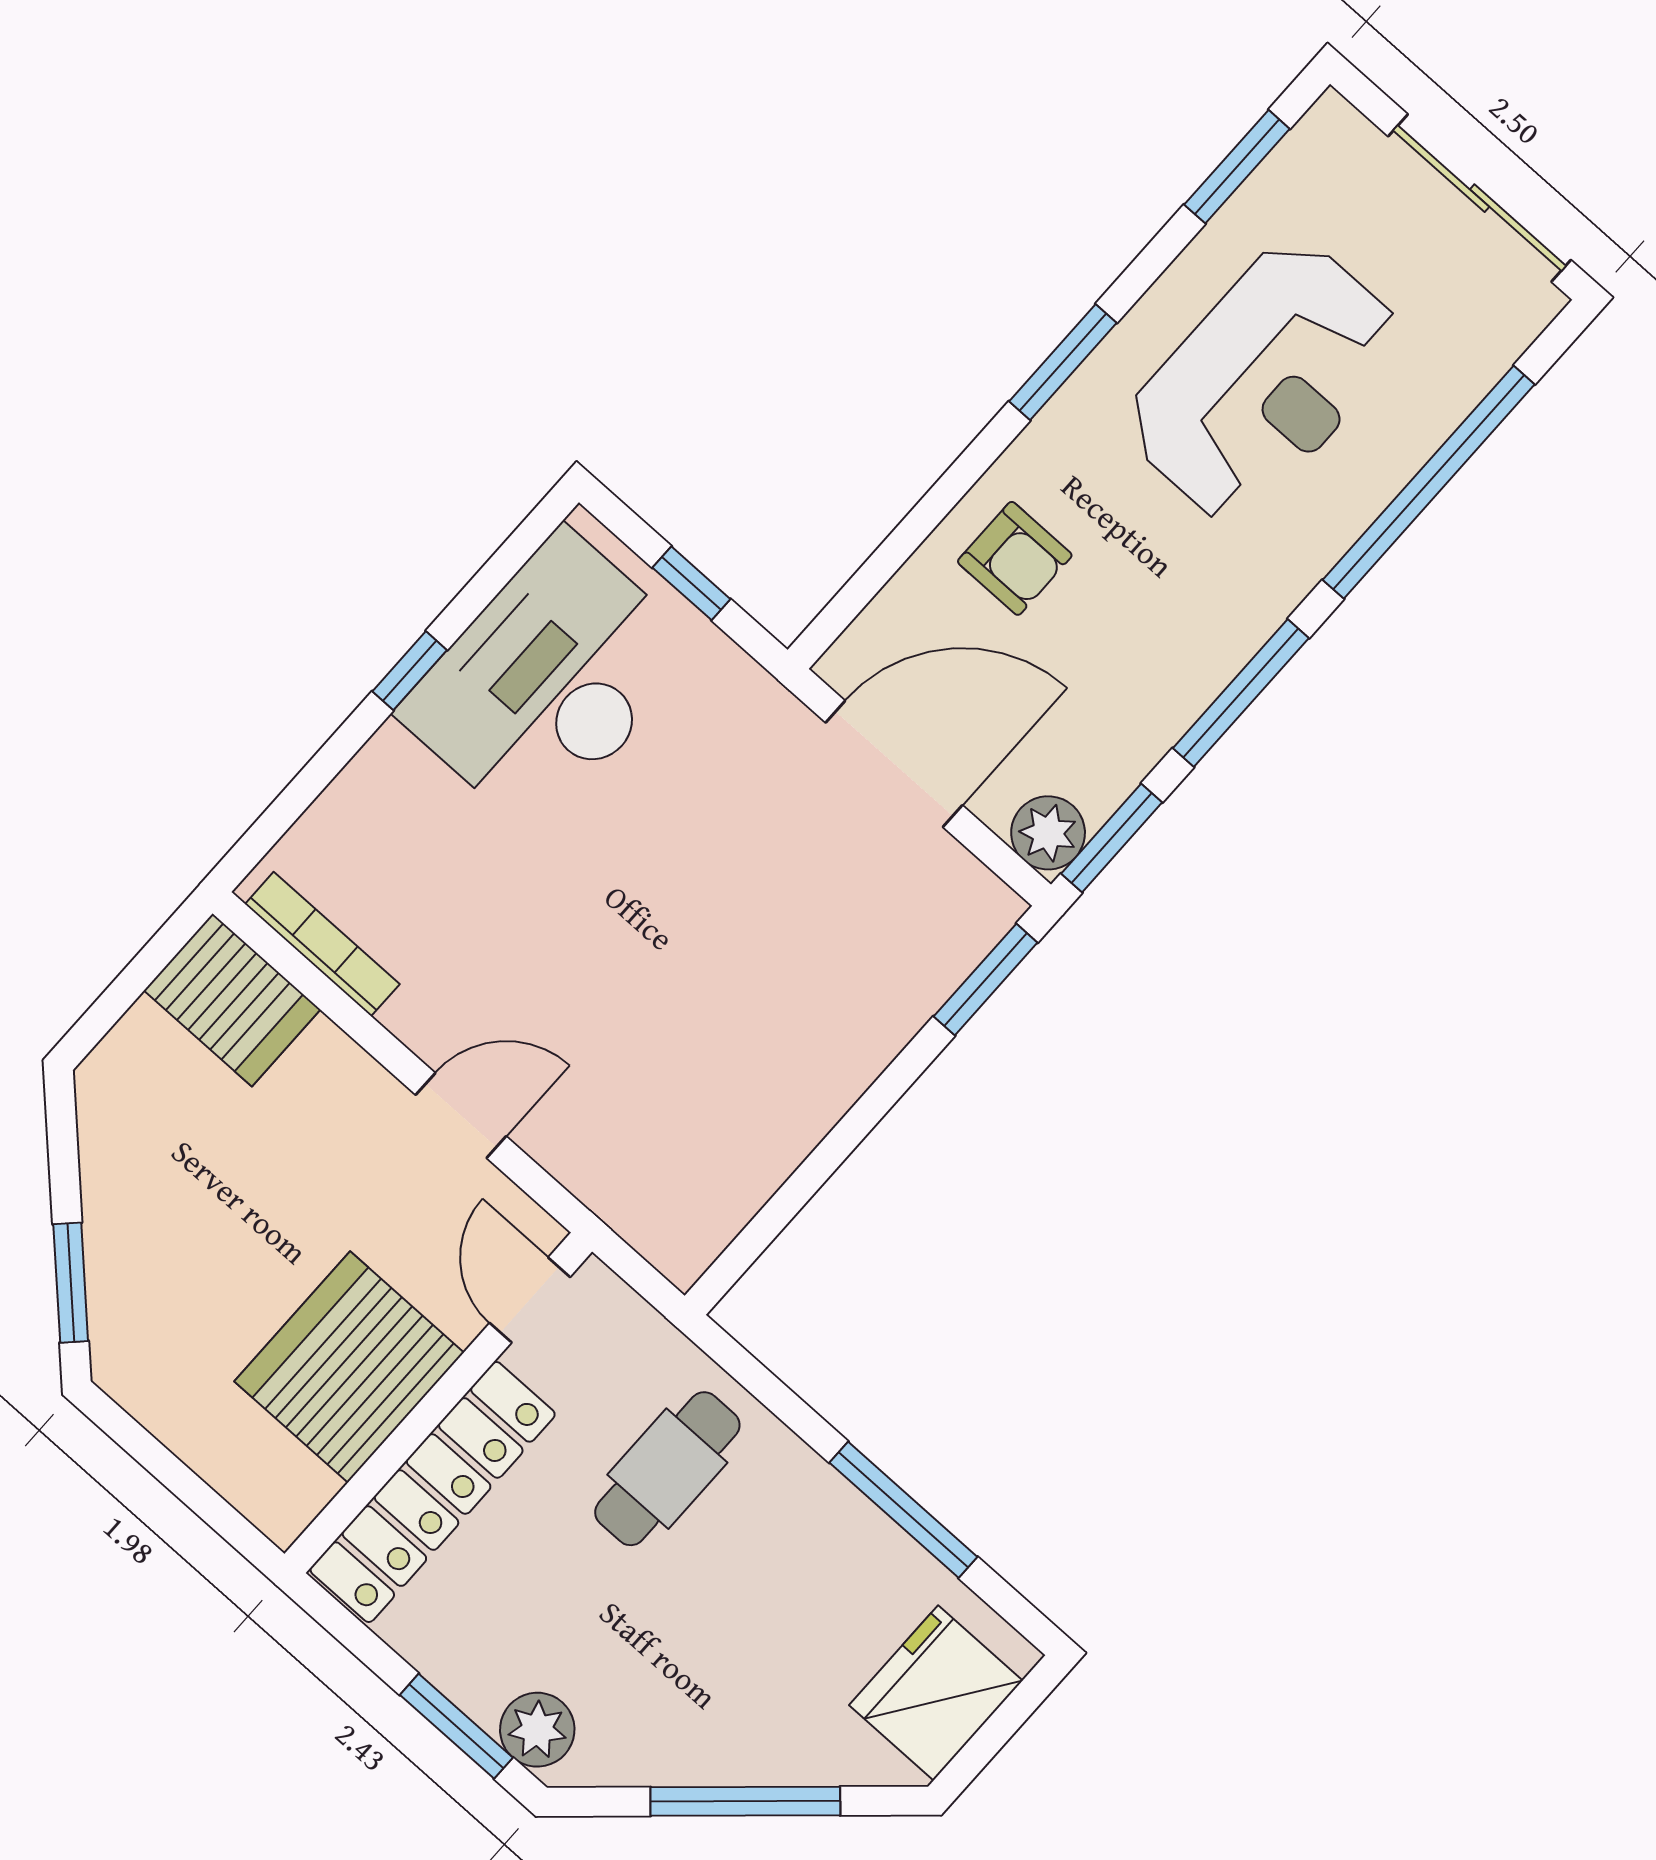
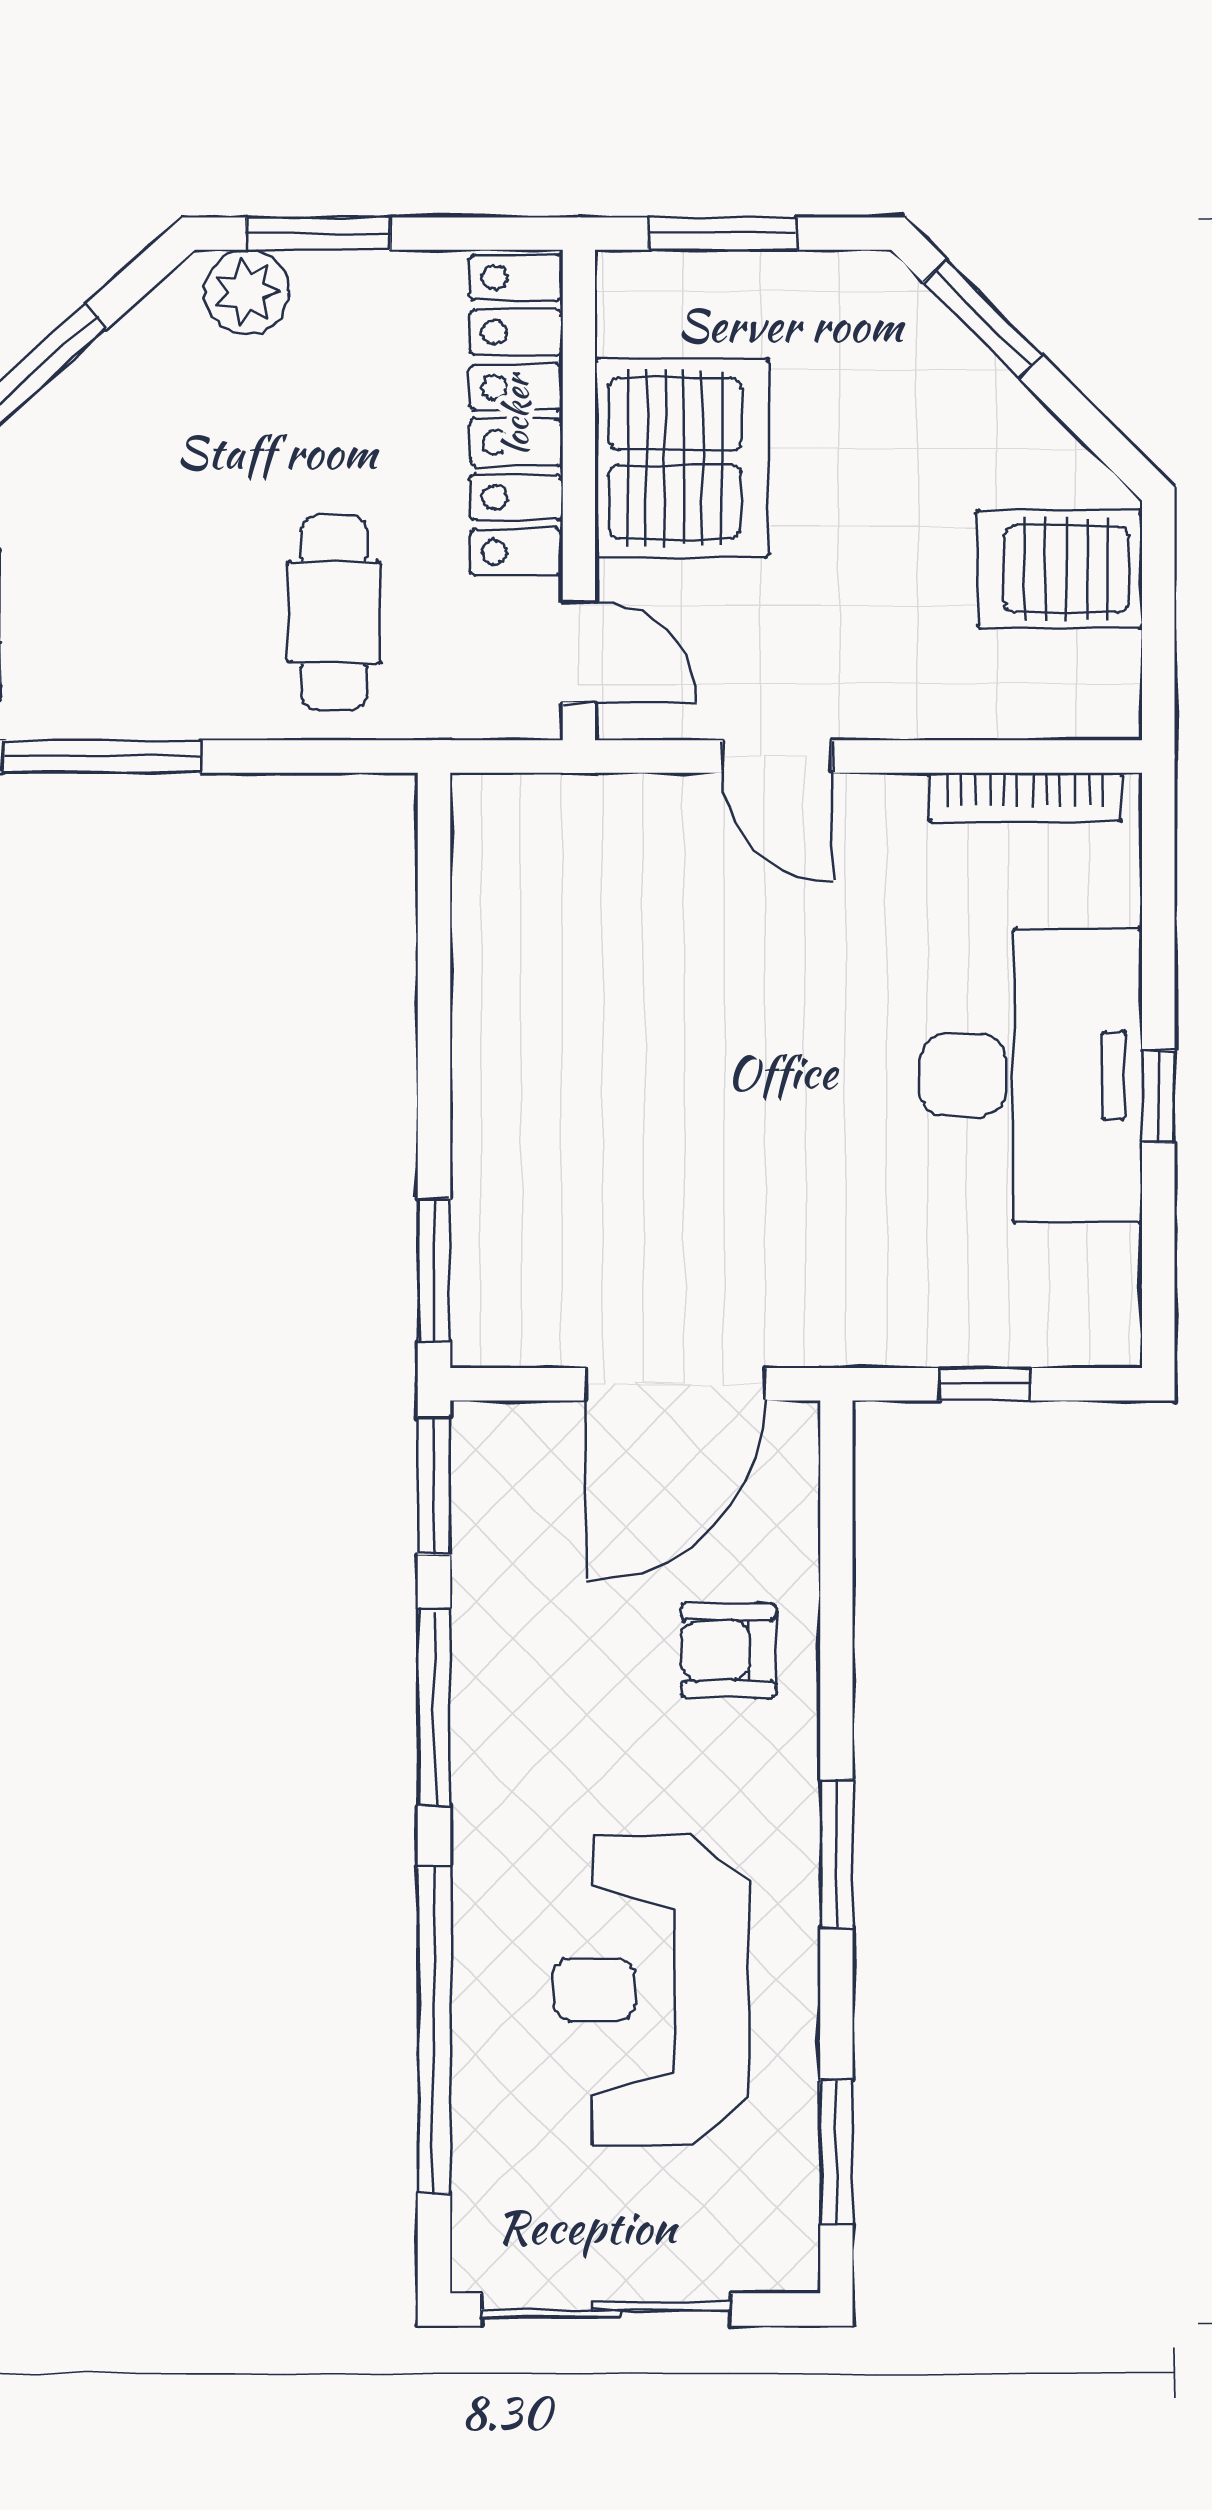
desk: (549, 681) -> (1031, 1075), moved
plant: (1048, 833) -> (492, 1442), removed
server rack: (232, 1000) -> (1060, 569), moved
door: (461, 1116) -> (777, 757), hinge flipped
window: (191, 1490) -> (723, 234), added

